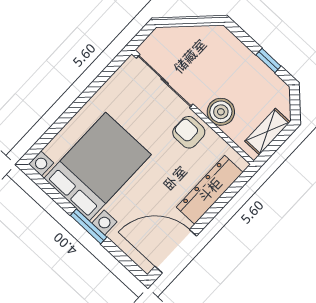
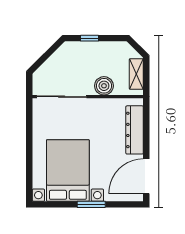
window: (268, 60) -> (89, 38), moved
armchair: (189, 132) -> (98, 111), removed

